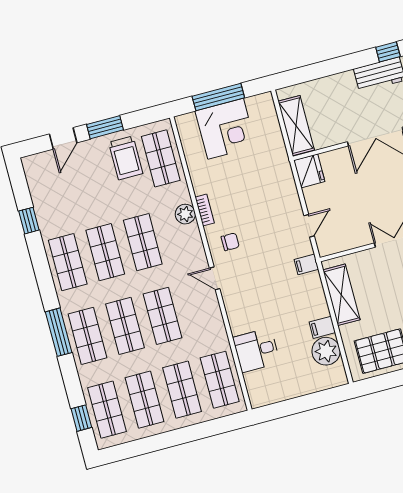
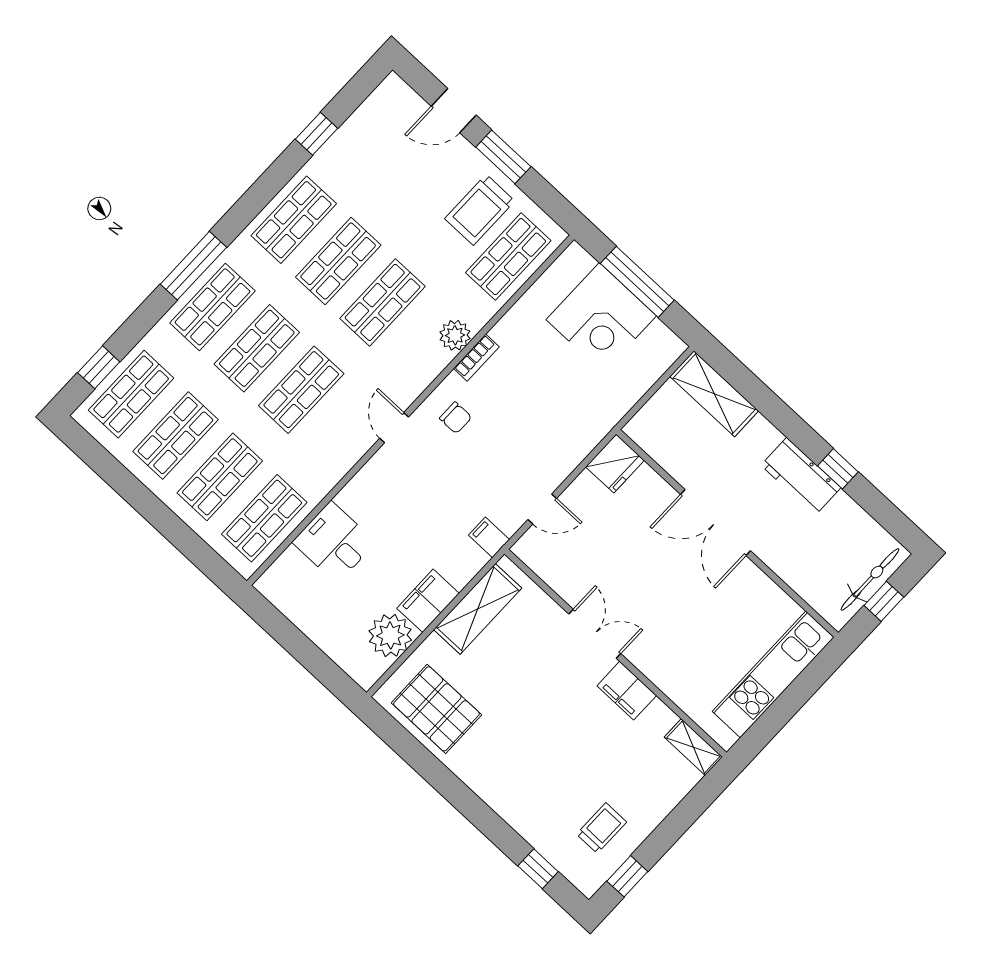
shelving: (296, 126) -> (714, 394), moved, turned 90
filing cabinet: (322, 327) -> (428, 601), width x2.00

